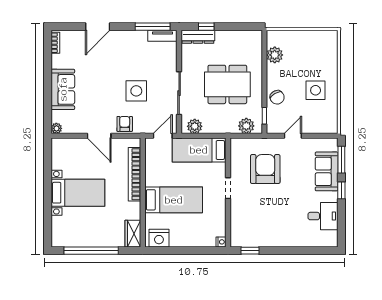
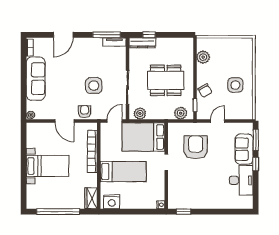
sofa: (63, 89) -> (36, 79), width x1.36
bed: (199, 150) -> (143, 137), width x1.50
desk: (323, 216) -> (241, 180), width x1.37

